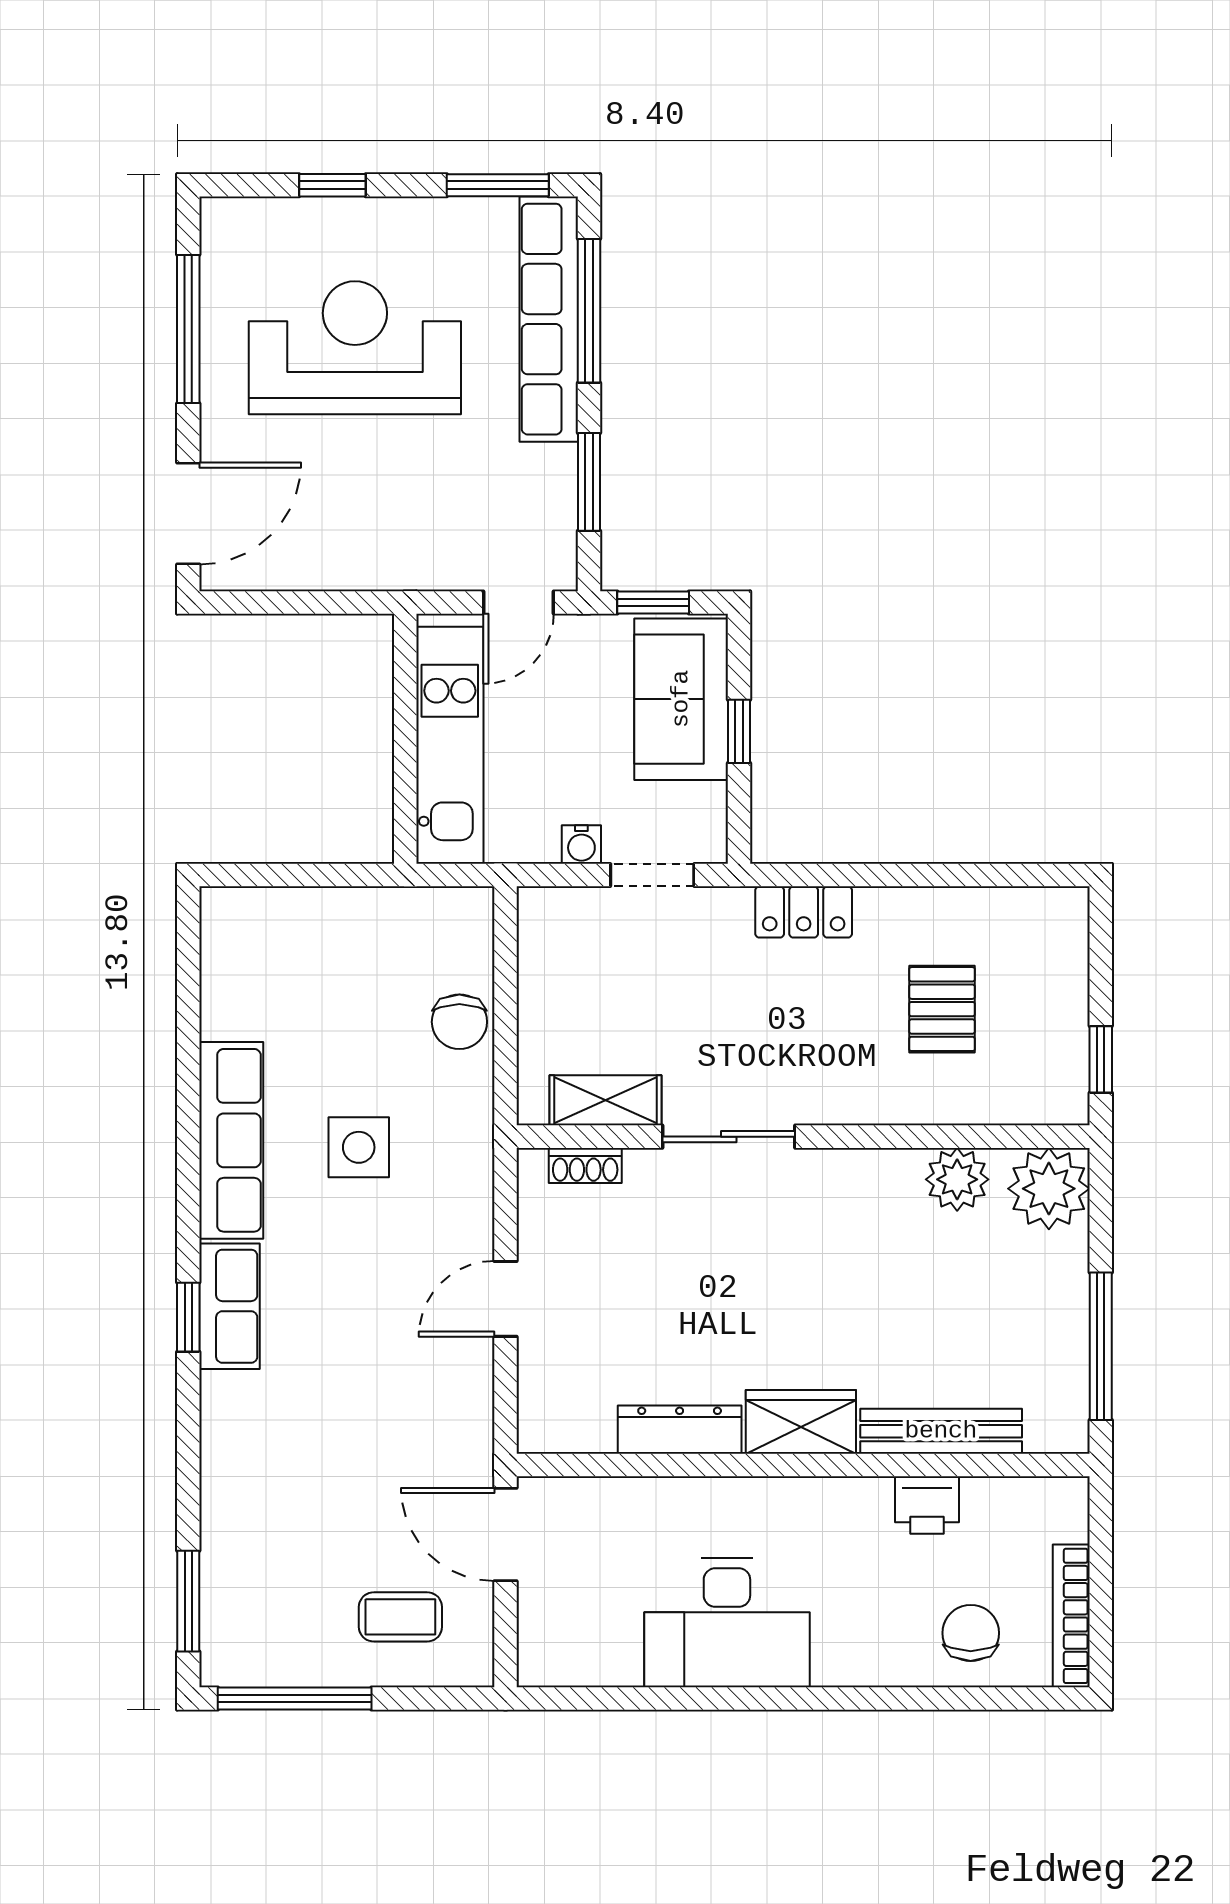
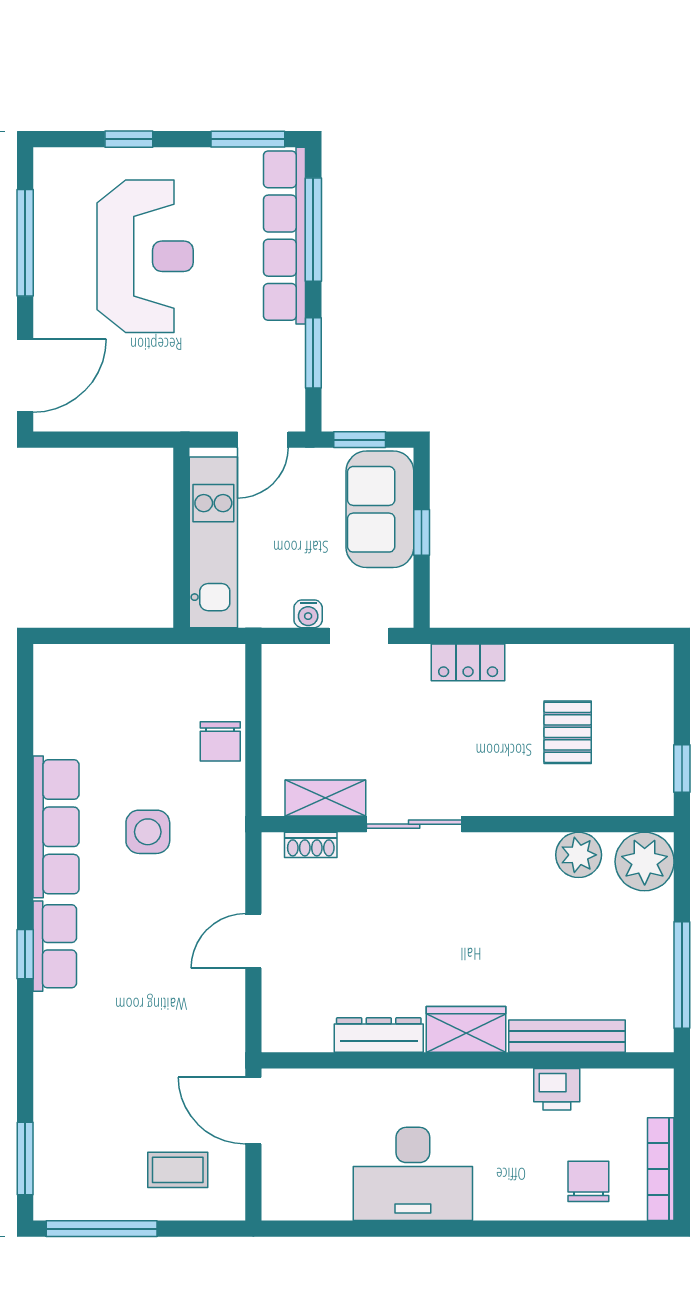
reception desk: (355, 348) -> (145, 256), turned 90

